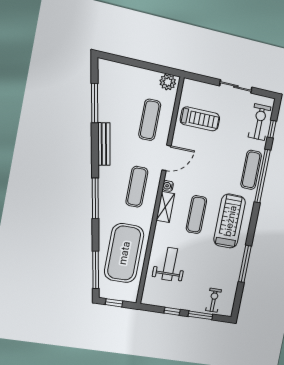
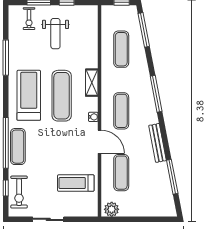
door: (166, 158) -> (100, 142), swing flipped
shelving: (165, 207) -> (92, 83), moved
exercise mat: (196, 215) -> (62, 96), width x1.36, depth x1.45
treadmill: (230, 221) -> (29, 95), turned 180
exercise mat: (124, 253) -> (121, 49), width x0.50, depth x0.69
weight bench: (170, 264) -> (55, 34), moved

